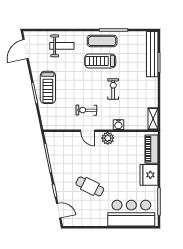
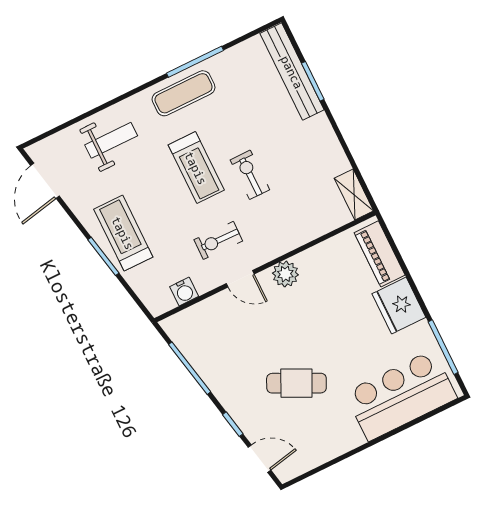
treadmill: (100, 61) -> (196, 168), moved, turned -90
treadmill: (48, 87) -> (123, 233), turned 180
water cooler: (118, 125) -> (184, 292), moved

